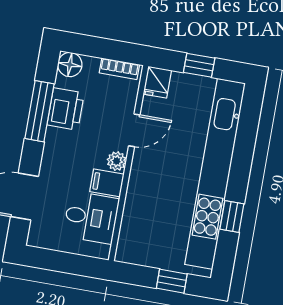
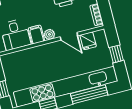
fridge: (157, 82) -> (88, 41), moved, turned -90
window: (245, 141) -> (89, 94), added

